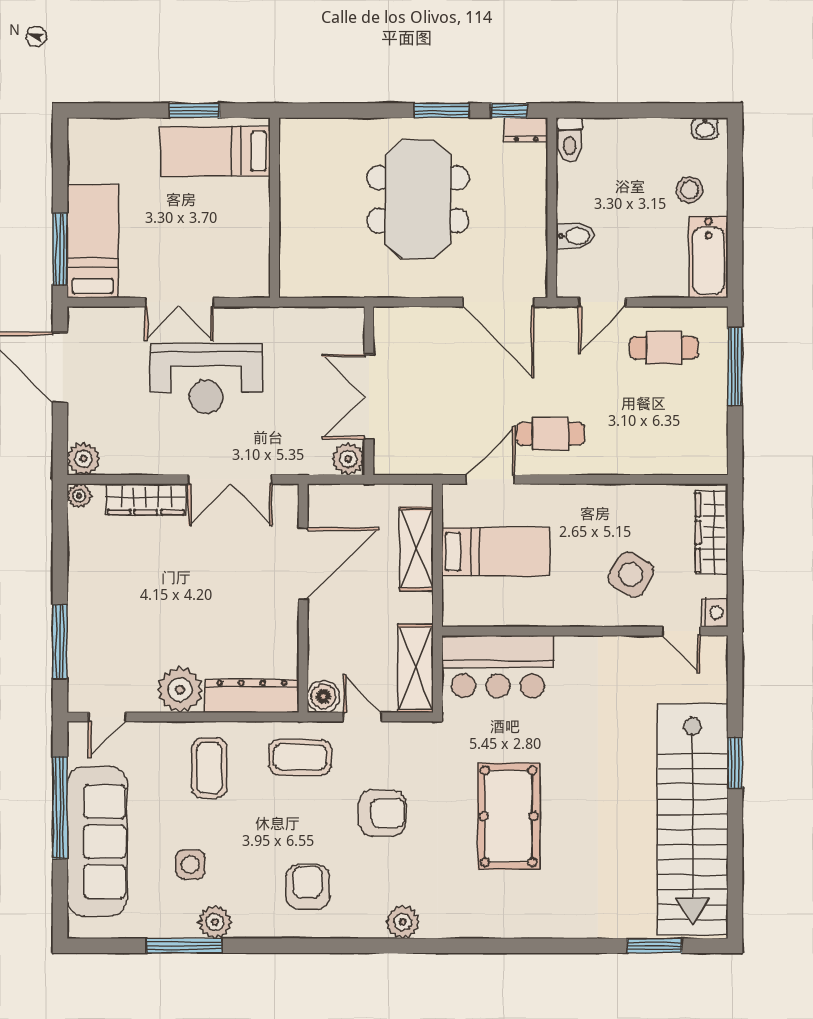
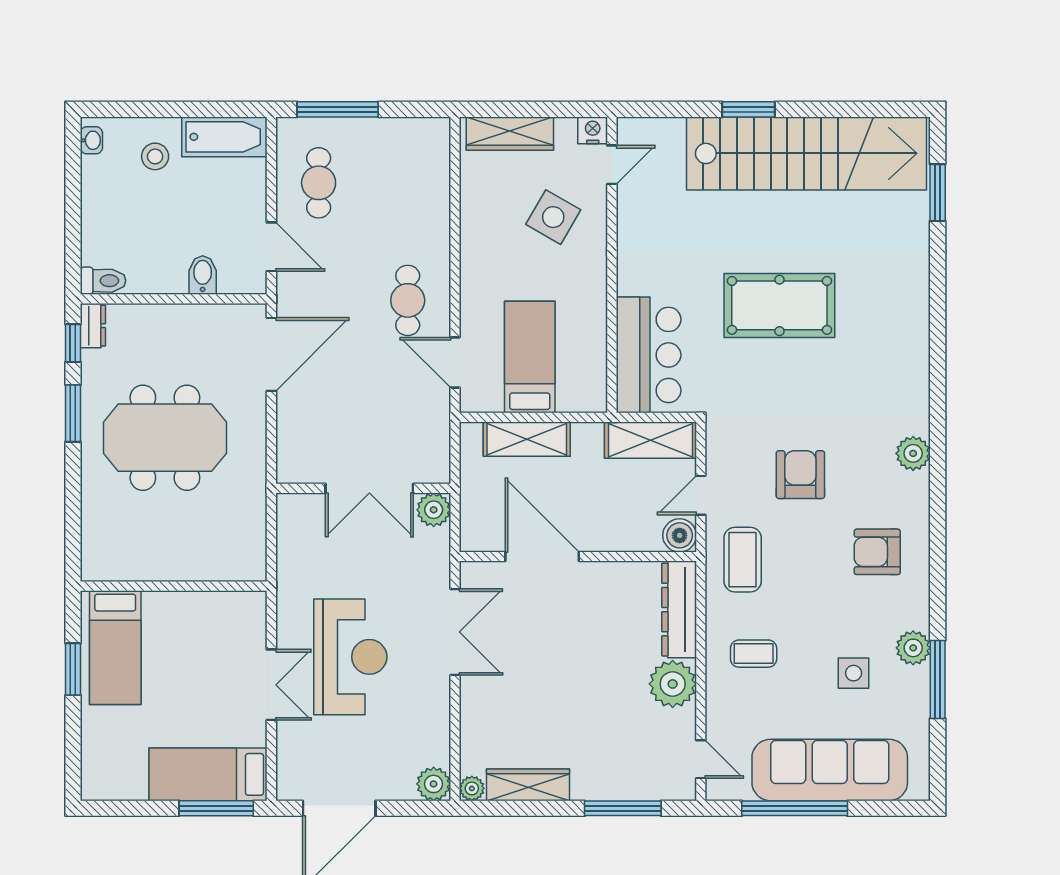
wardrobe: (146, 499) -> (528, 785), moved, turned -90
coffee table: (209, 768) -> (754, 654), width x0.73, depth x0.77
pool table: (509, 816) -> (779, 305), moved

